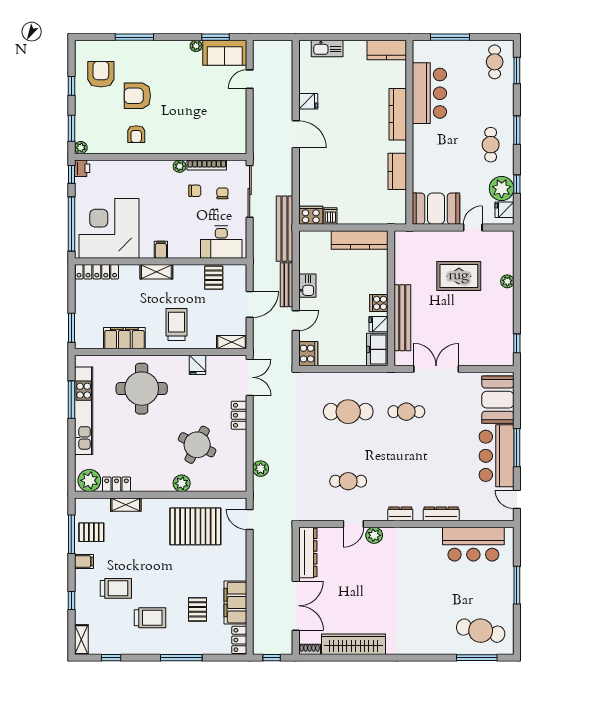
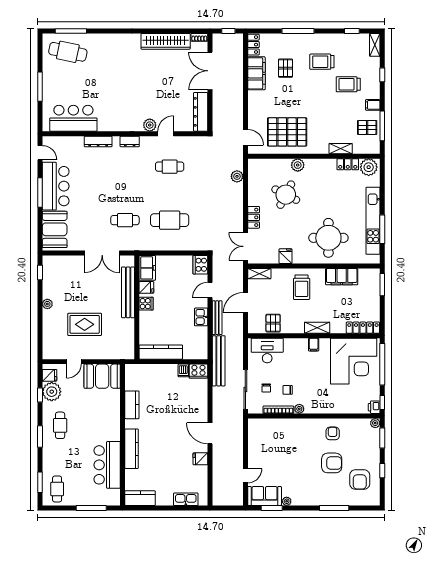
plant: (507, 281) -> (47, 304), moved

